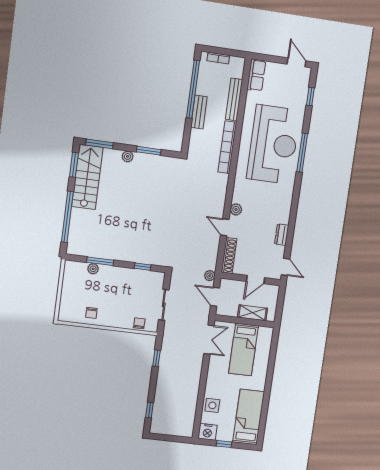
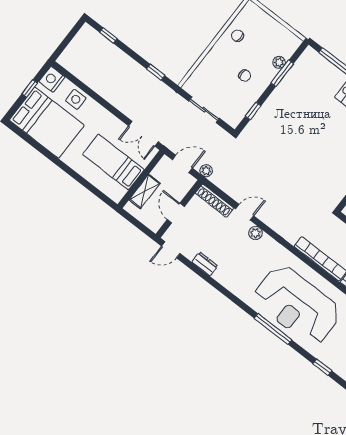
chair: (139, 323) -> (245, 76), moved
bed: (249, 417) -> (47, 123), width x1.50

